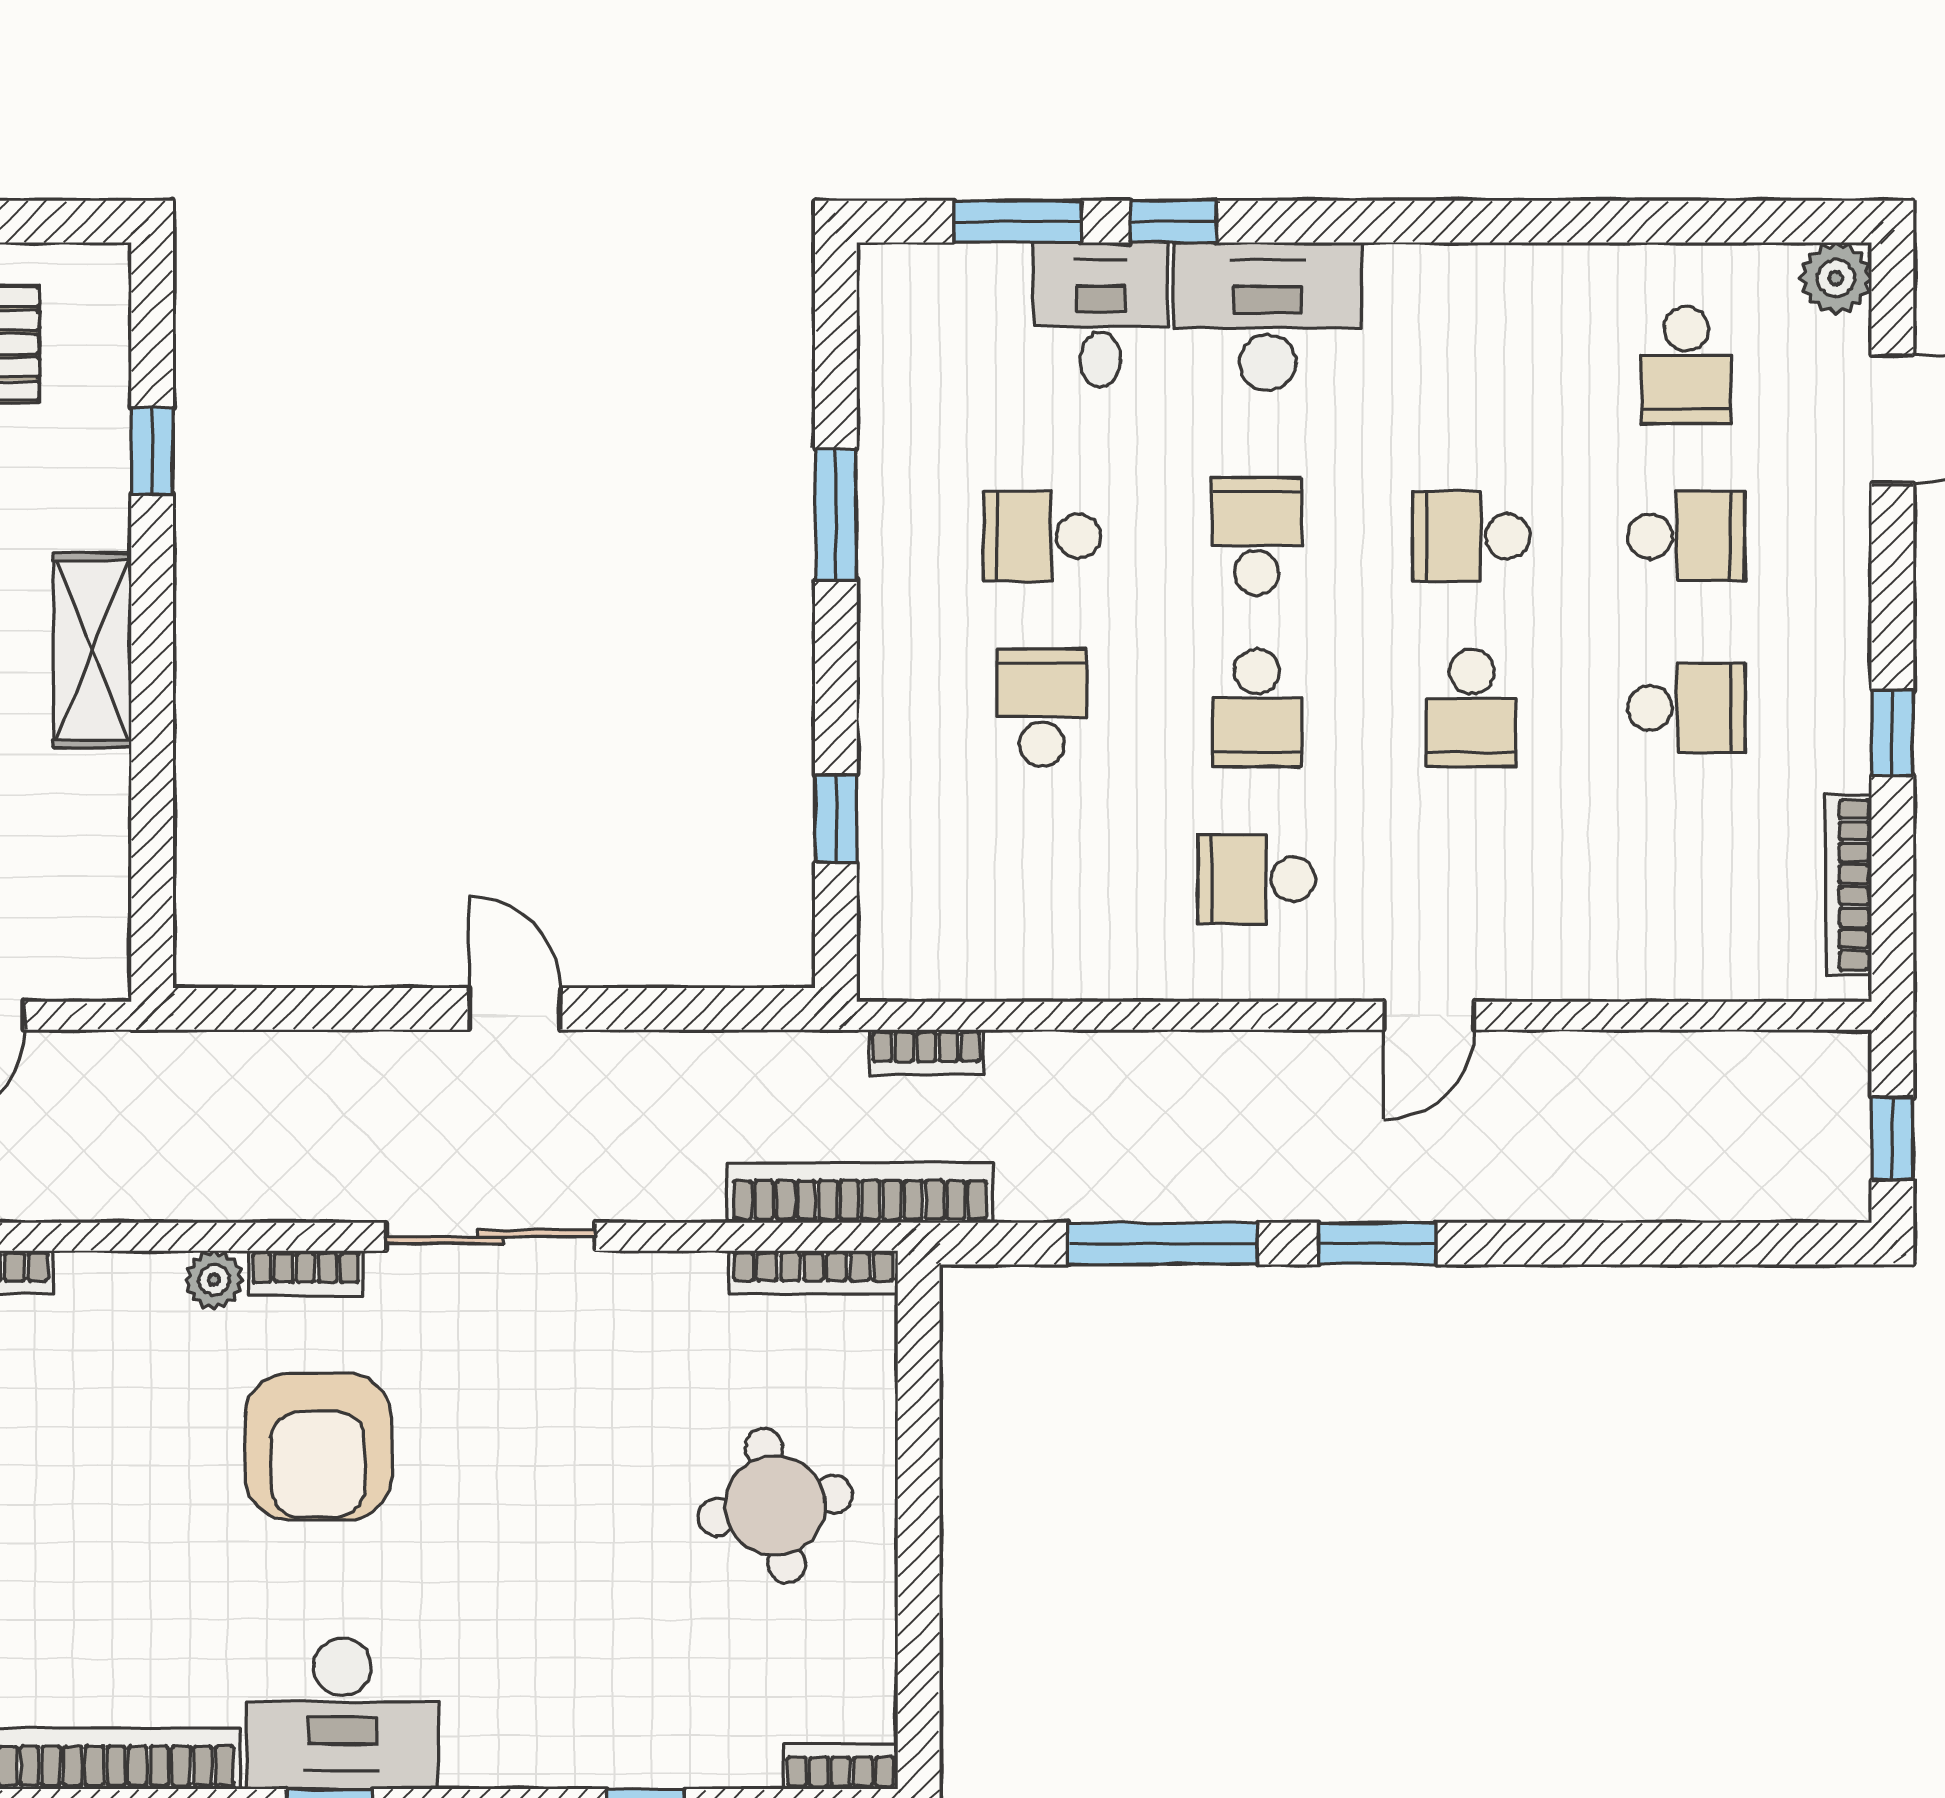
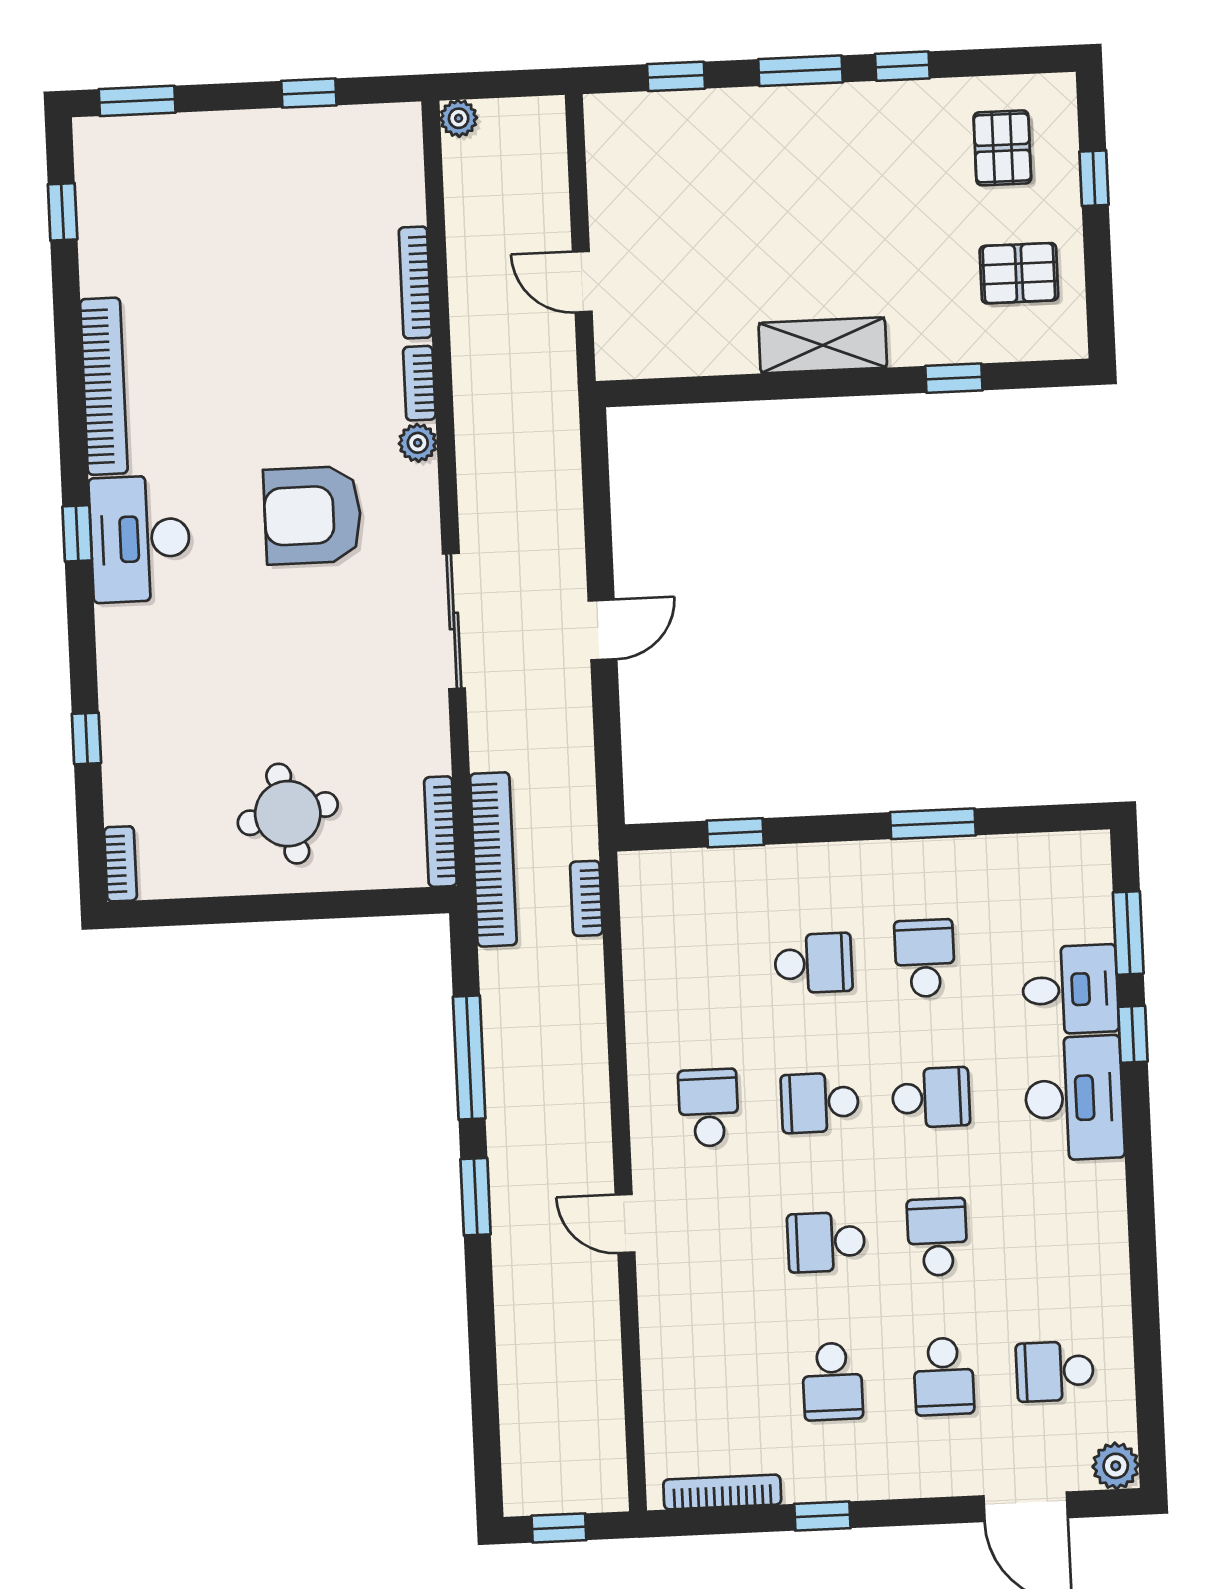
bookcase: (306, 1273) -> (419, 383), moved

